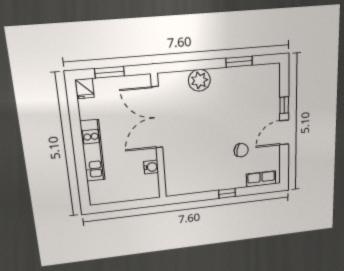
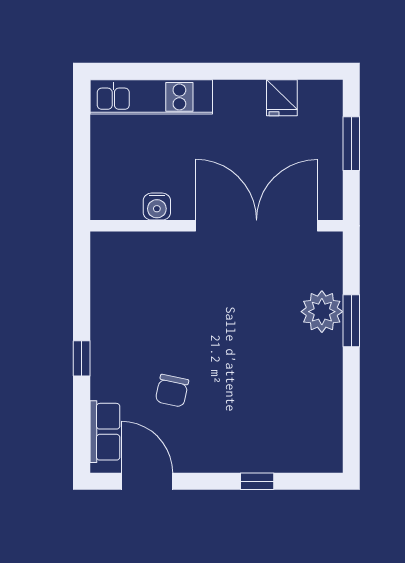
window: (239, 62) -> (351, 321), moved
fridge: (85, 89) -> (282, 98), moved, turned -90
door: (284, 132) -> (147, 481), moved
kitchen unit: (93, 151) -> (151, 97), moved

